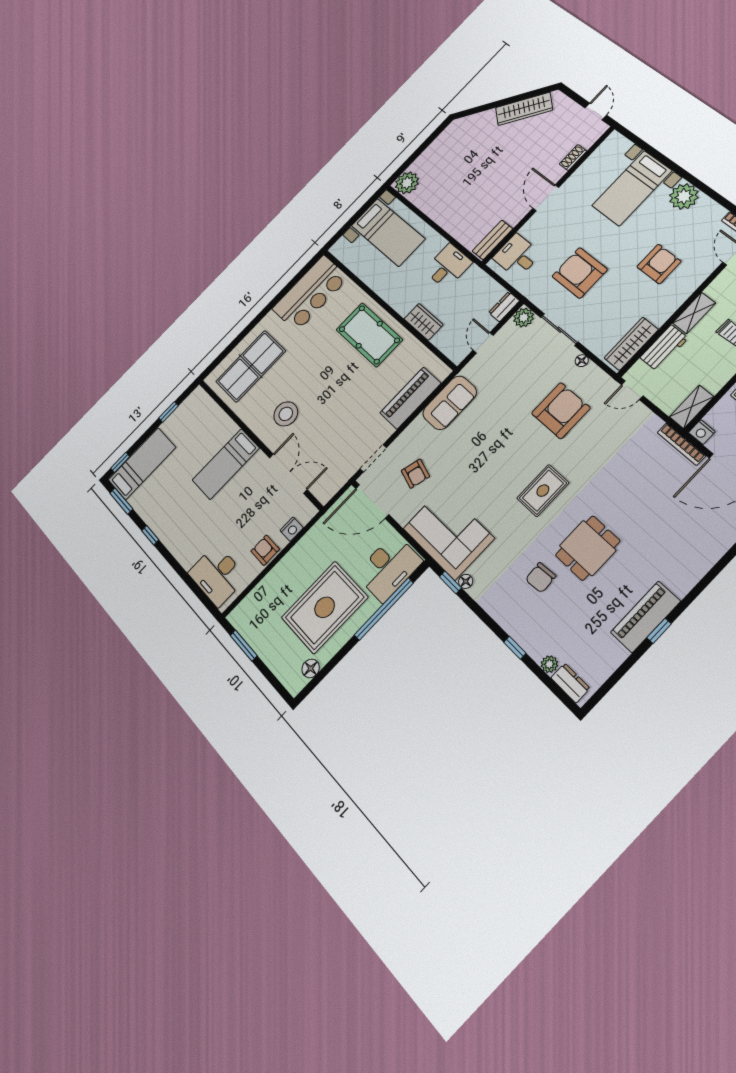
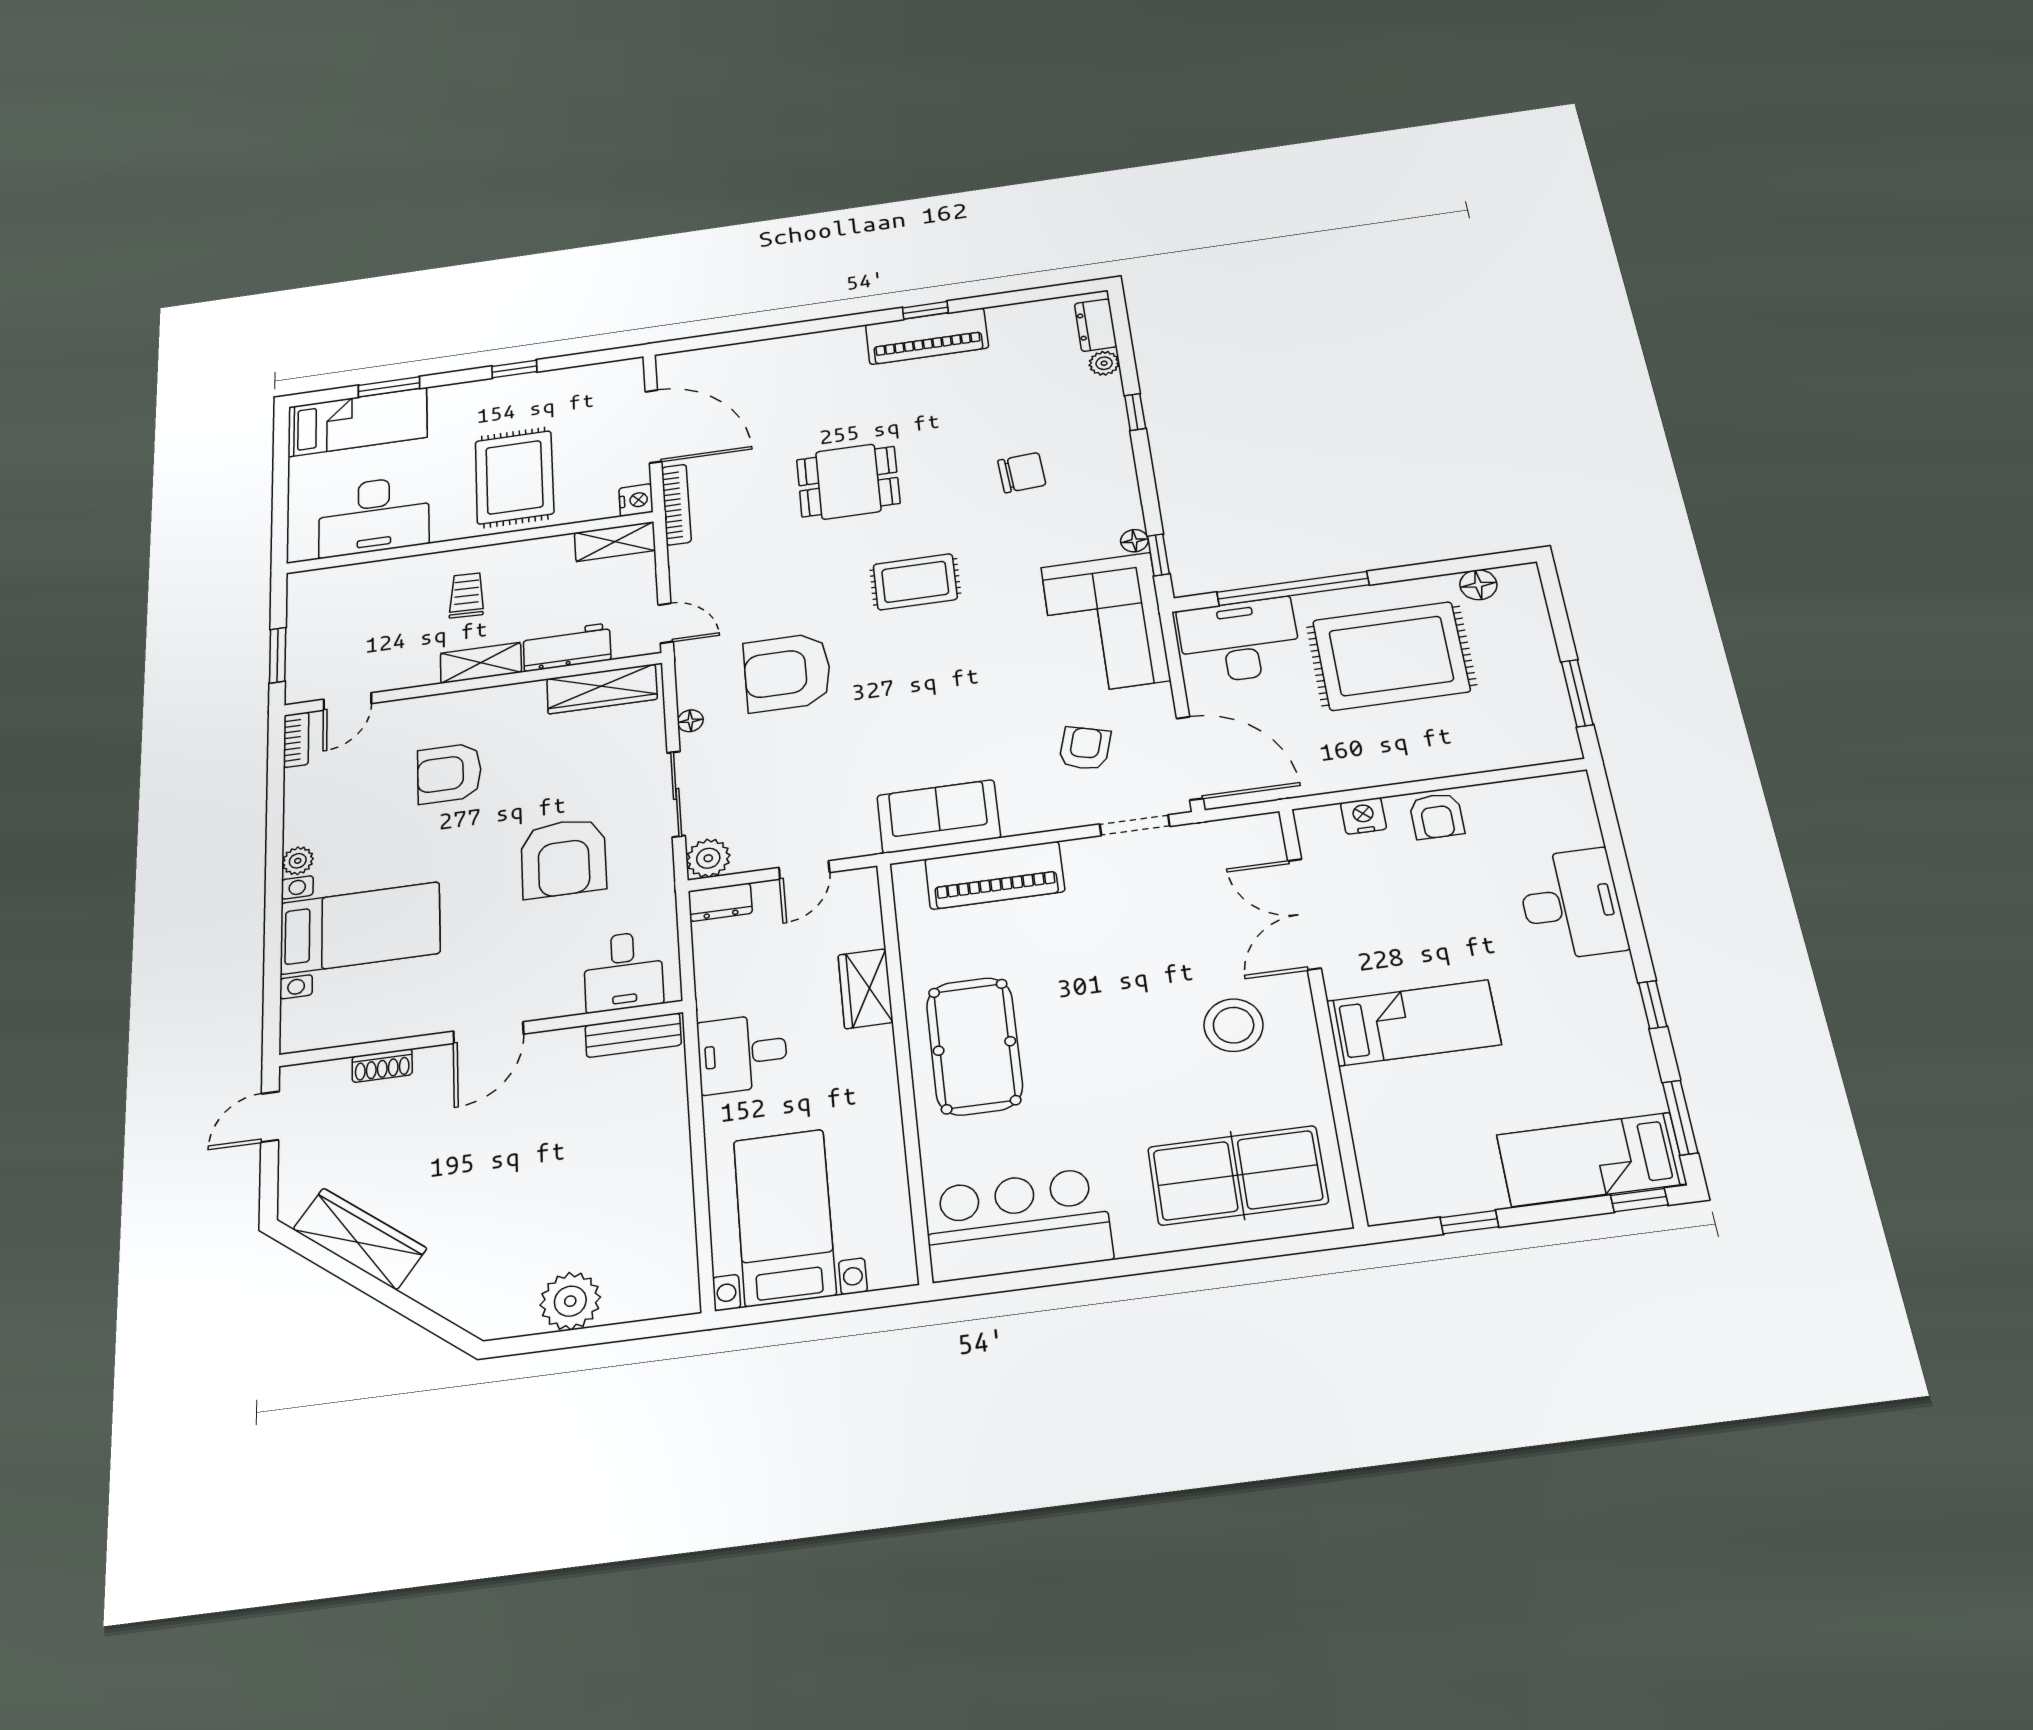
plant: (407, 183) -> (570, 1301), moved
plant: (684, 196) -> (298, 861), width x0.53, depth x0.53
dining table: (588, 548) -> (848, 482), moved
desk: (217, 575) -> (1571, 904), moved

